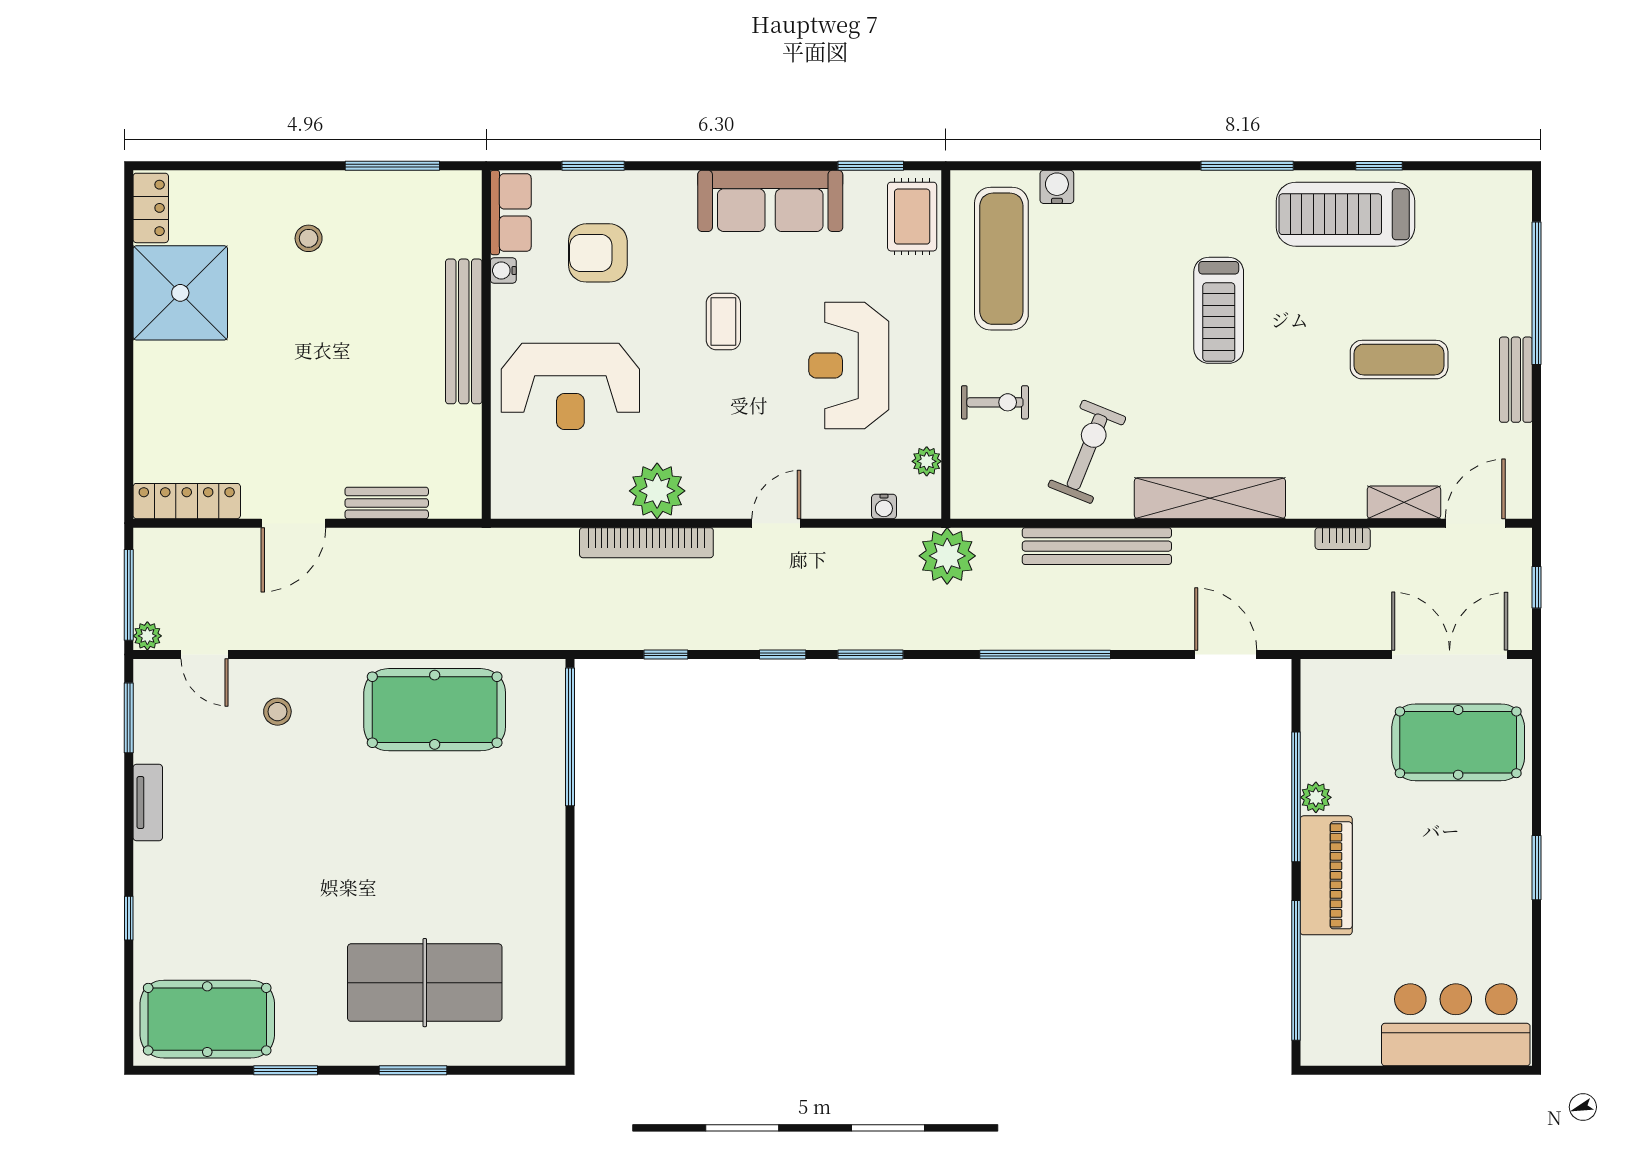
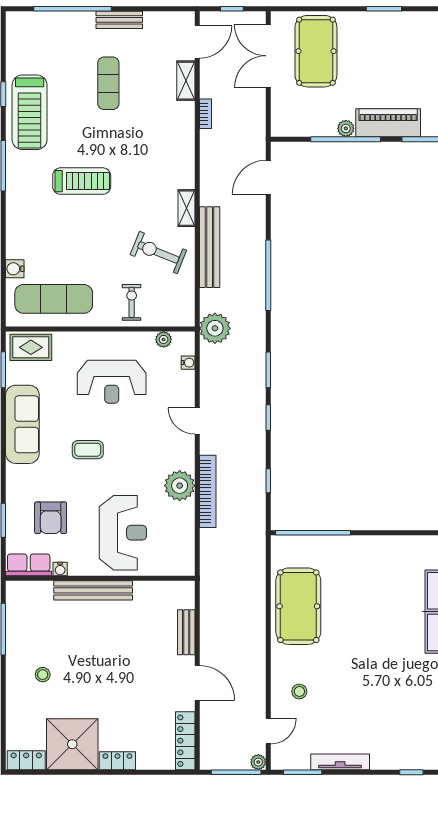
locker: (150, 376) -> (117, 761), added
shelving: (1210, 498) -> (186, 208), width x0.45, depth x0.75
door: (1475, 523) -> (197, 42), swing flipped
tv unit: (148, 802) -> (340, 762), width x1.41

